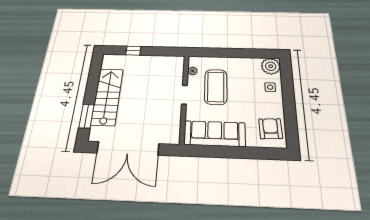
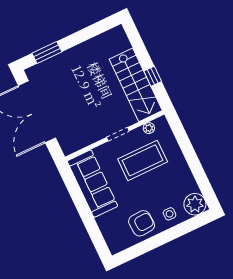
window: (133, 51) -> (153, 76), moved
stairs: (107, 97) -> (136, 85), moved, turned 90
armchair: (271, 129) -> (142, 223), moved

